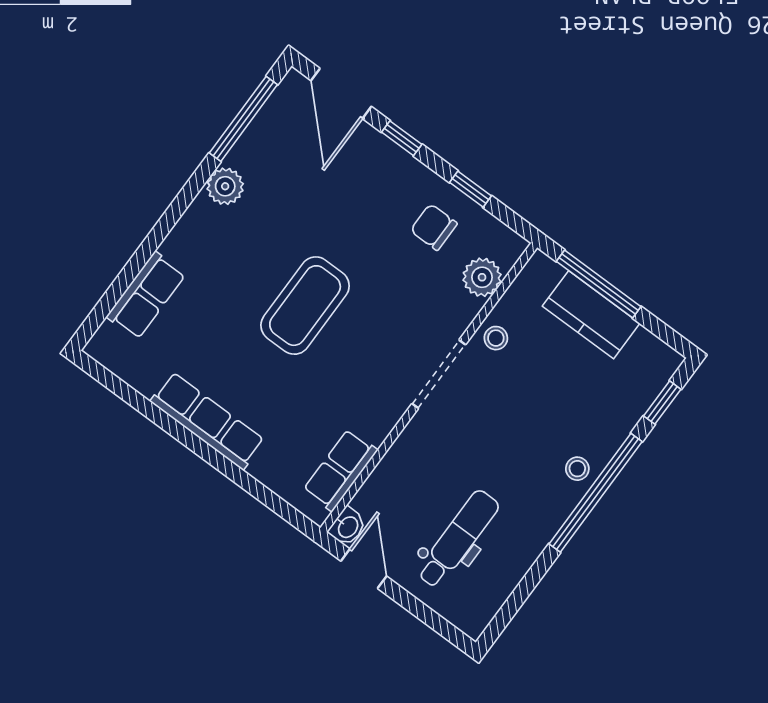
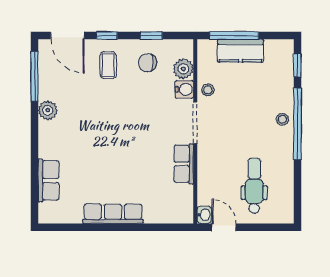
coffee table: (305, 306) -> (108, 65), moved, width x0.54, depth x0.58
water cooler: (460, 310) -> (184, 89), added
row of seats: (340, 470) -> (184, 164), moved

